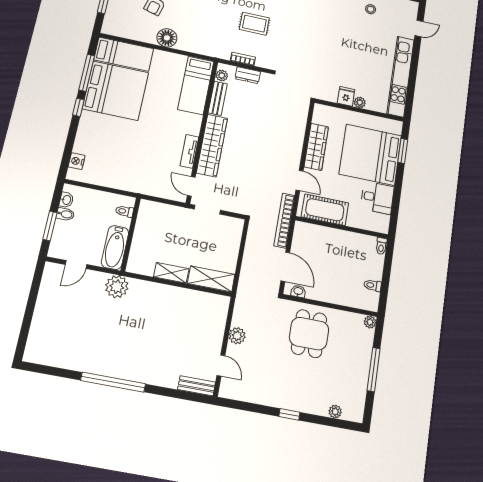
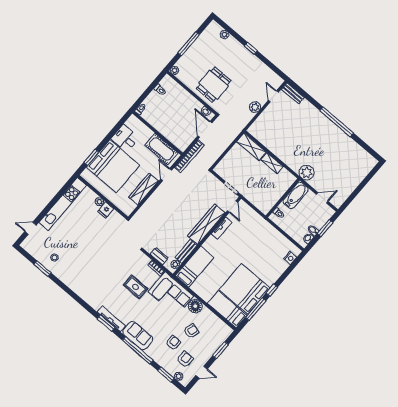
corner sofa: (206, 37) -> (171, 294), added

